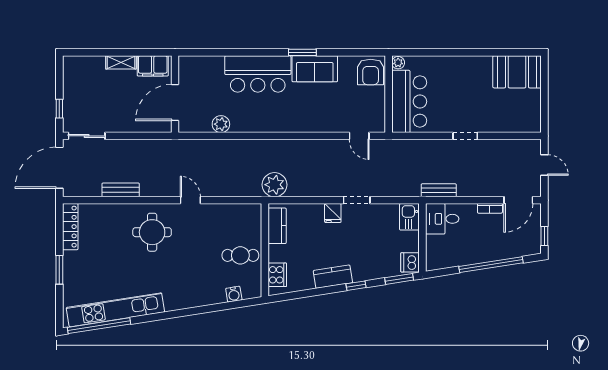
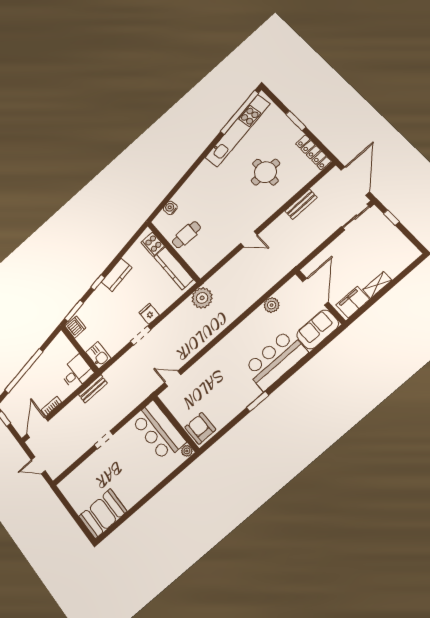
sofa: (315, 69) -> (318, 329), moved
kitchen counter: (277, 226) -> (174, 268), width x1.50
round table: (152, 232) -> (266, 172), moved

